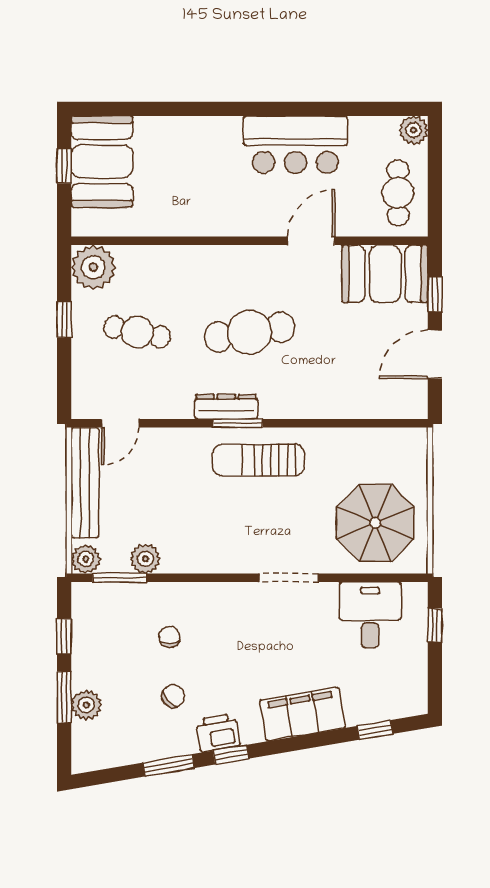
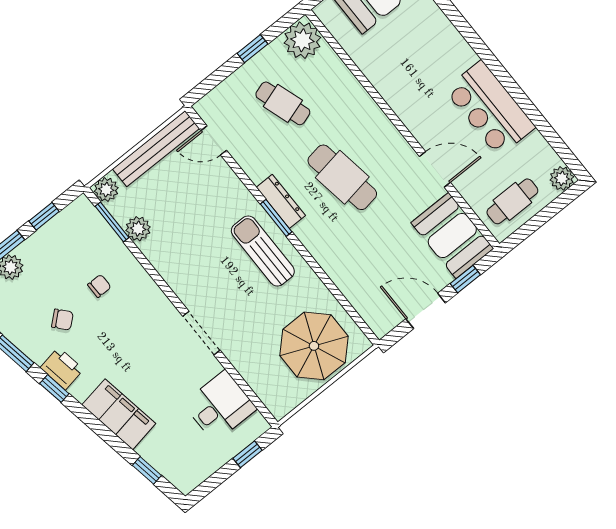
cafe table: (137, 332) -> (283, 103), turned -30
parasol: (375, 523) -> (314, 346), moved

